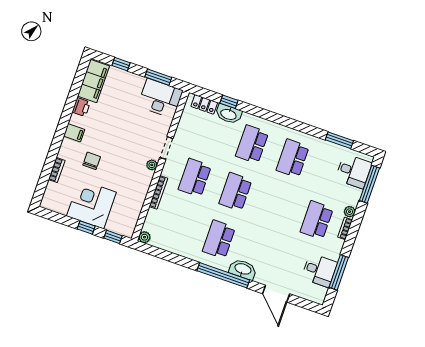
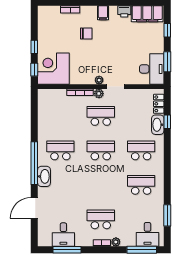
corner desk: (91, 204) -> (53, 69), moved, turned -90
plant: (144, 237) -> (99, 94), moved

